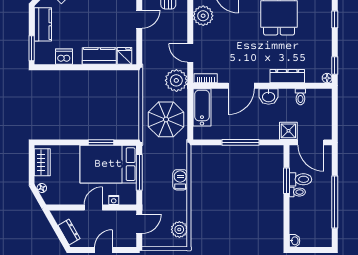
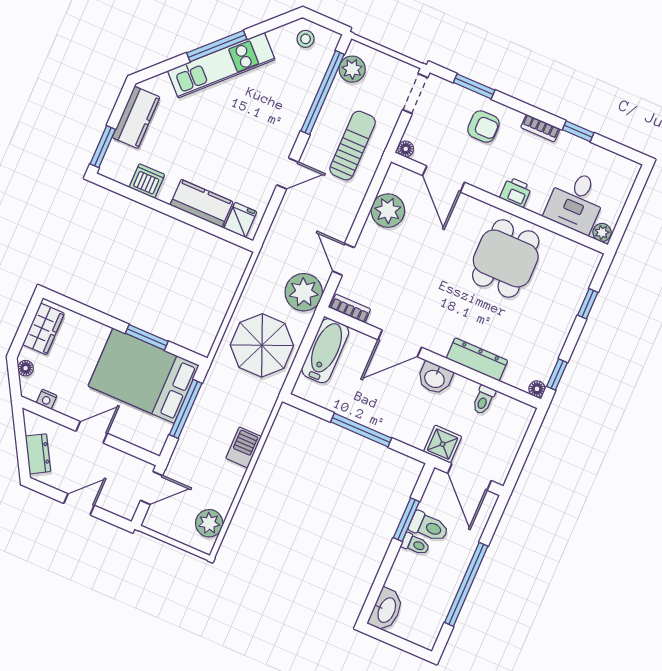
nightstand: (114, 200) -> (47, 399), moved
washbasin: (295, 241) -> (386, 610), width x1.91, depth x1.45

